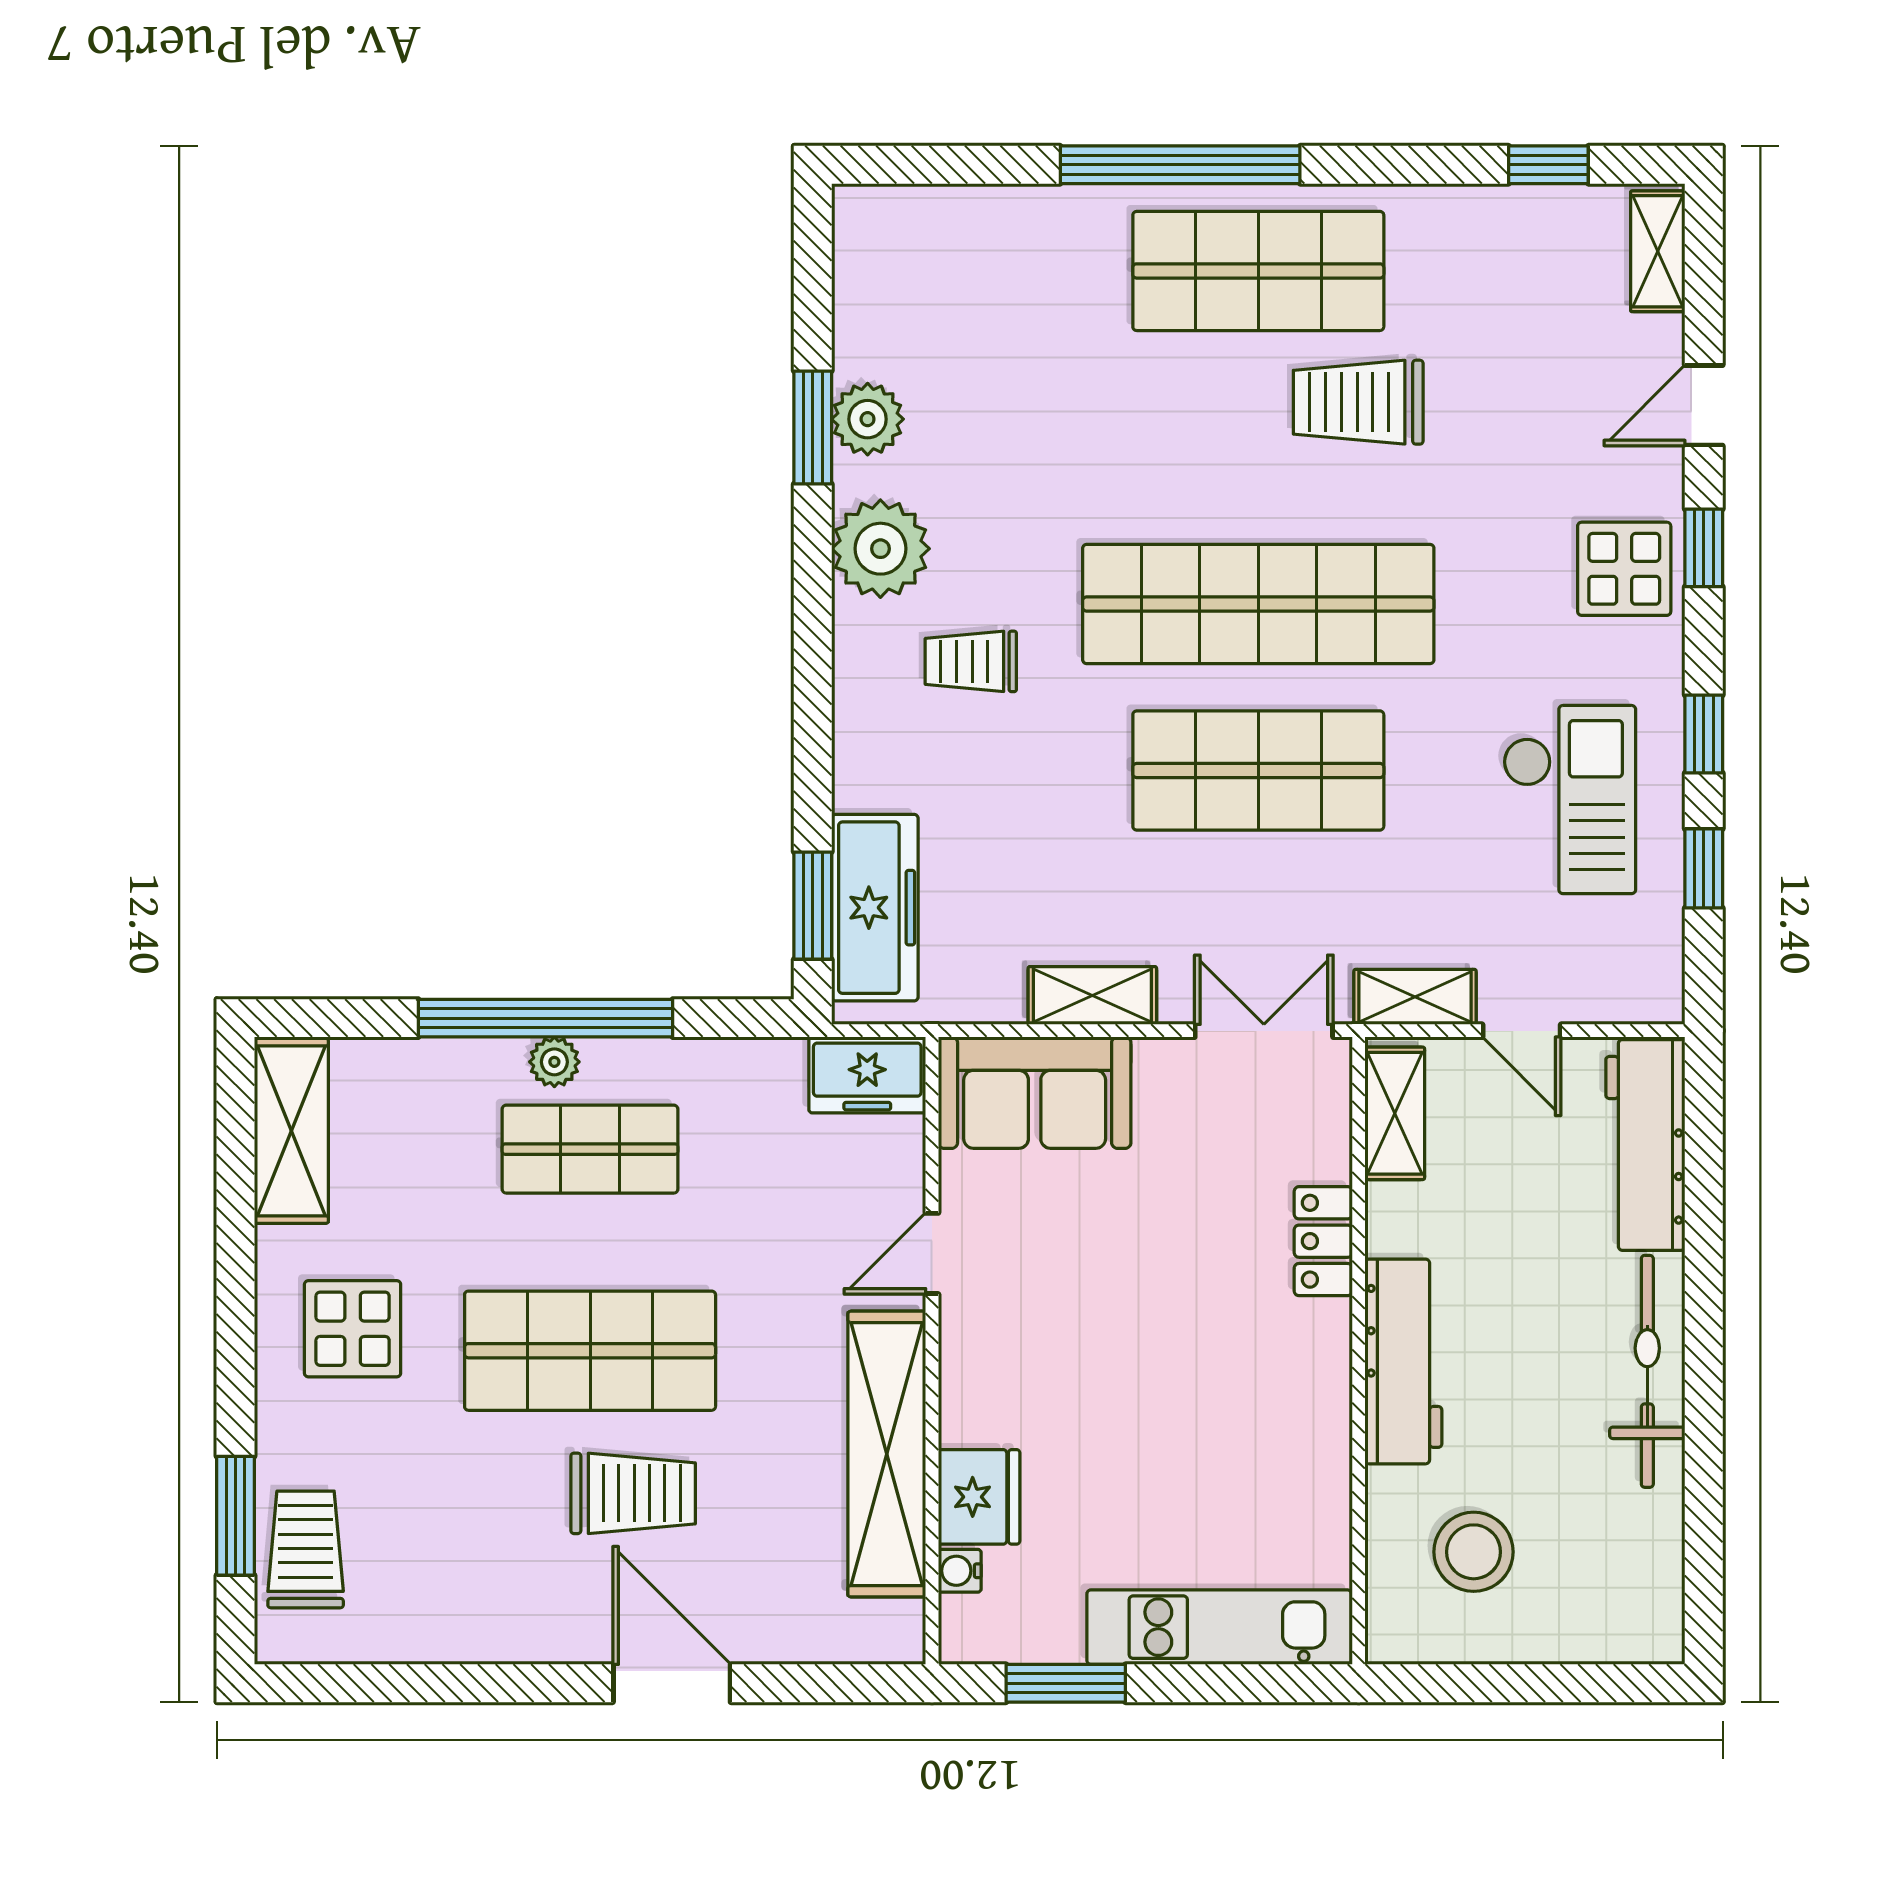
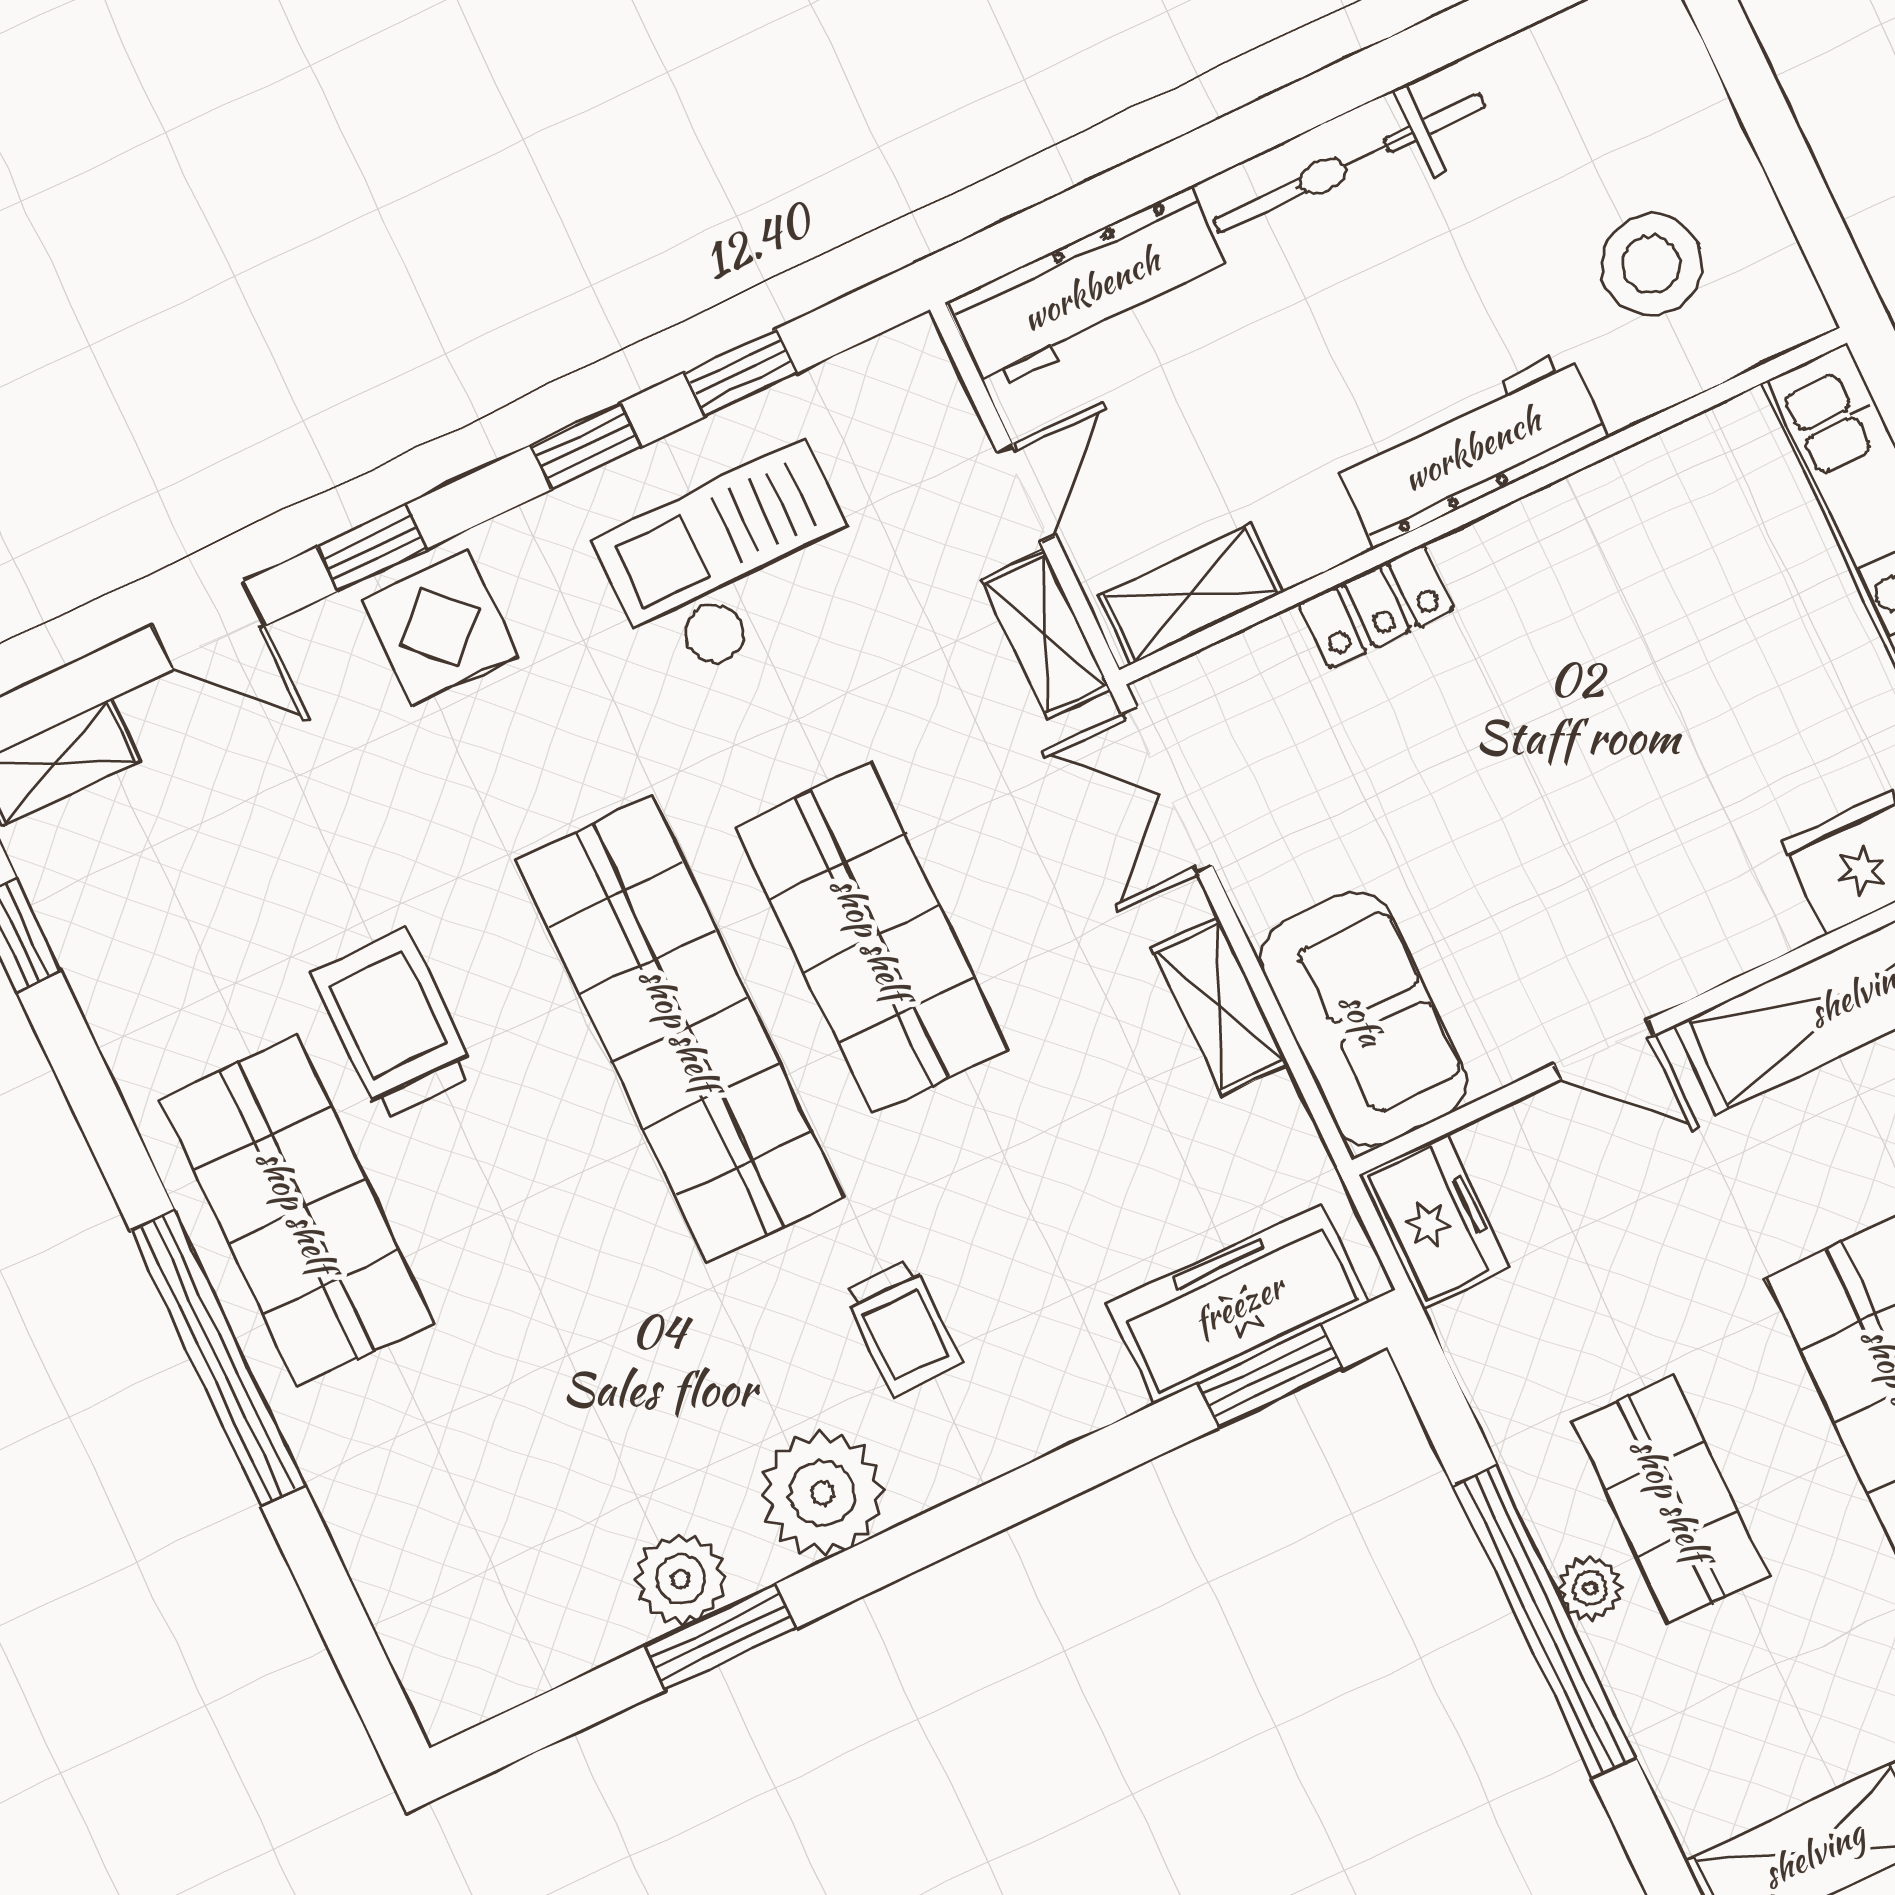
trolley: (1358, 402) -> (393, 1024), turned 180

